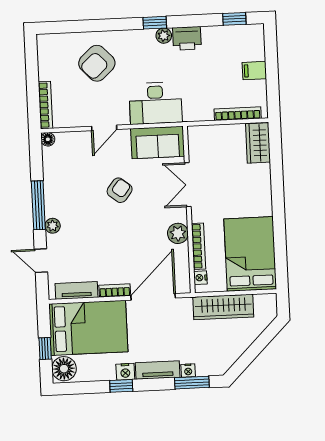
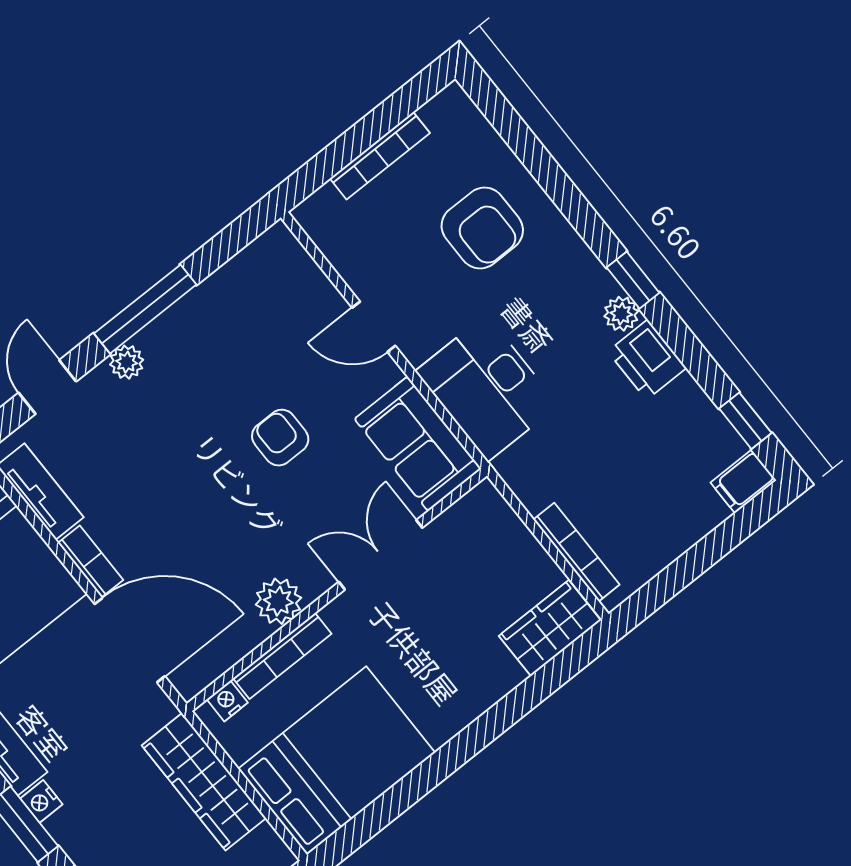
armchair: (97, 63) -> (482, 228), turned -137
filing cabinet: (254, 71) -> (743, 481), moved, turned -90
bookcase: (45, 105) -> (380, 156), moved
floor lamp: (48, 139) -> (278, 239), removed
armchair: (120, 190) -> (280, 438), turned -128

